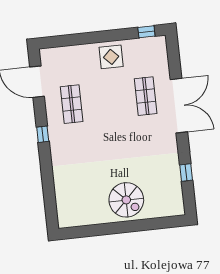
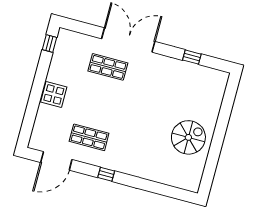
display table: (111, 57) -> (54, 94), moved
spiral stairs: (126, 200) -> (188, 137), moved

